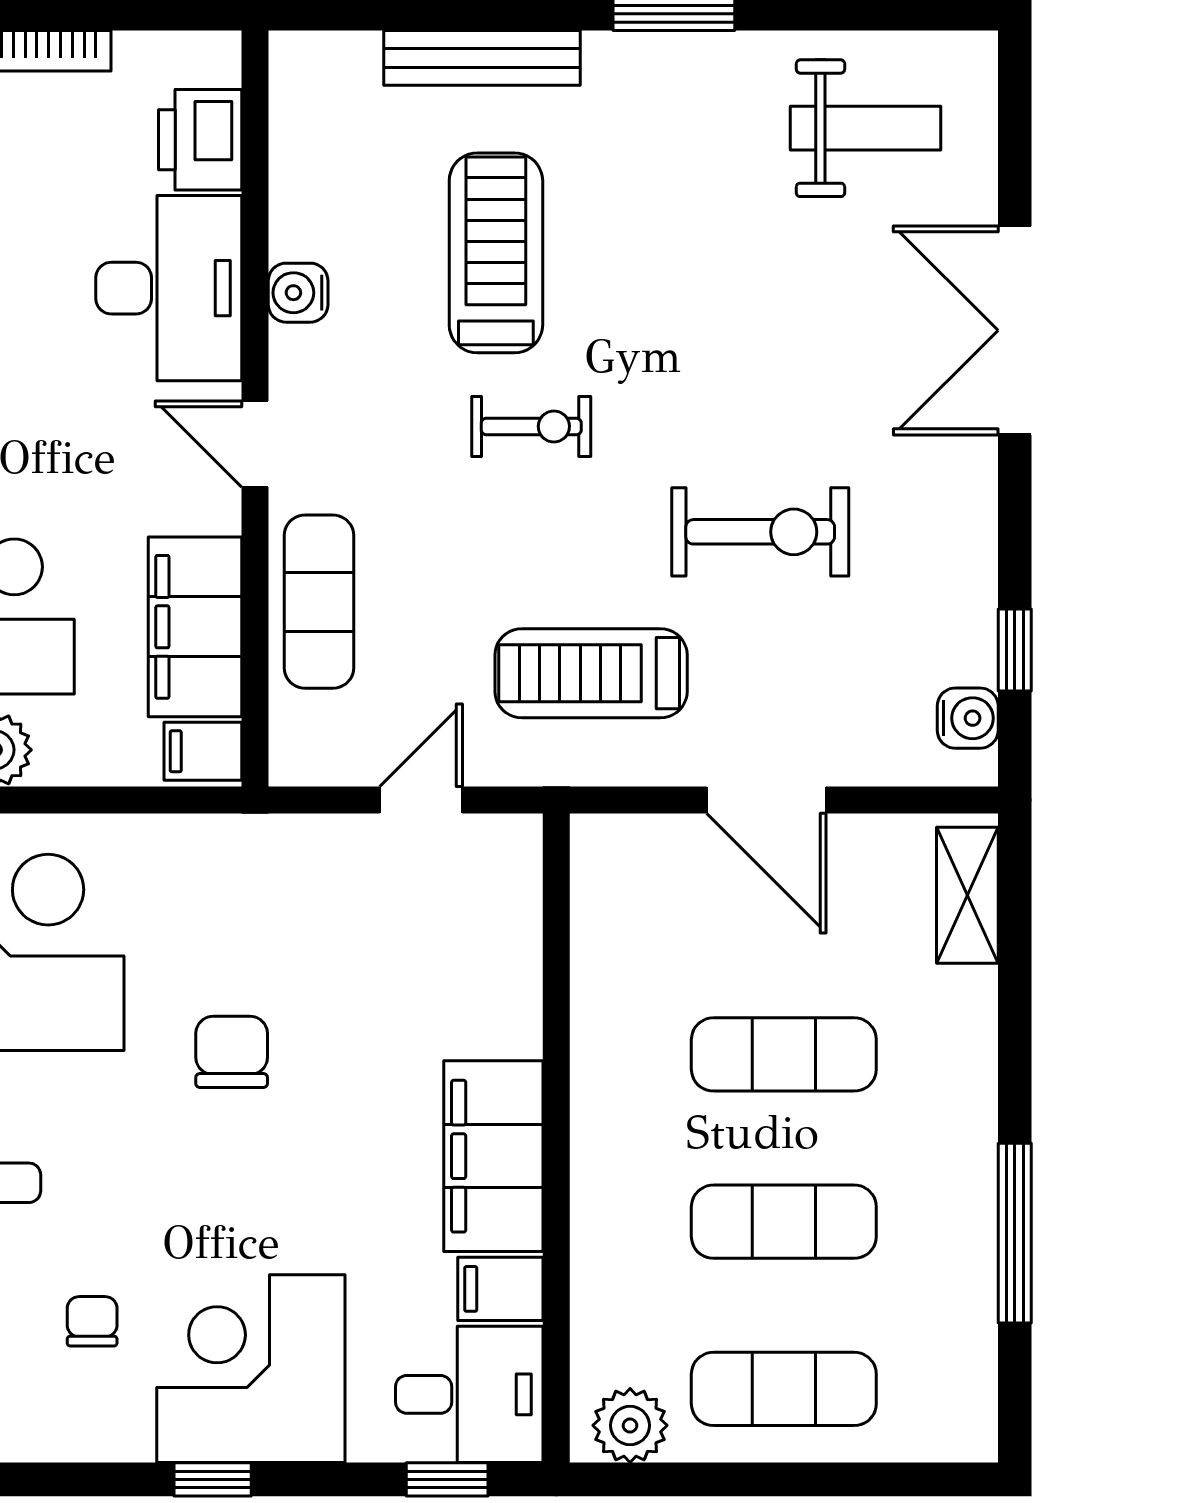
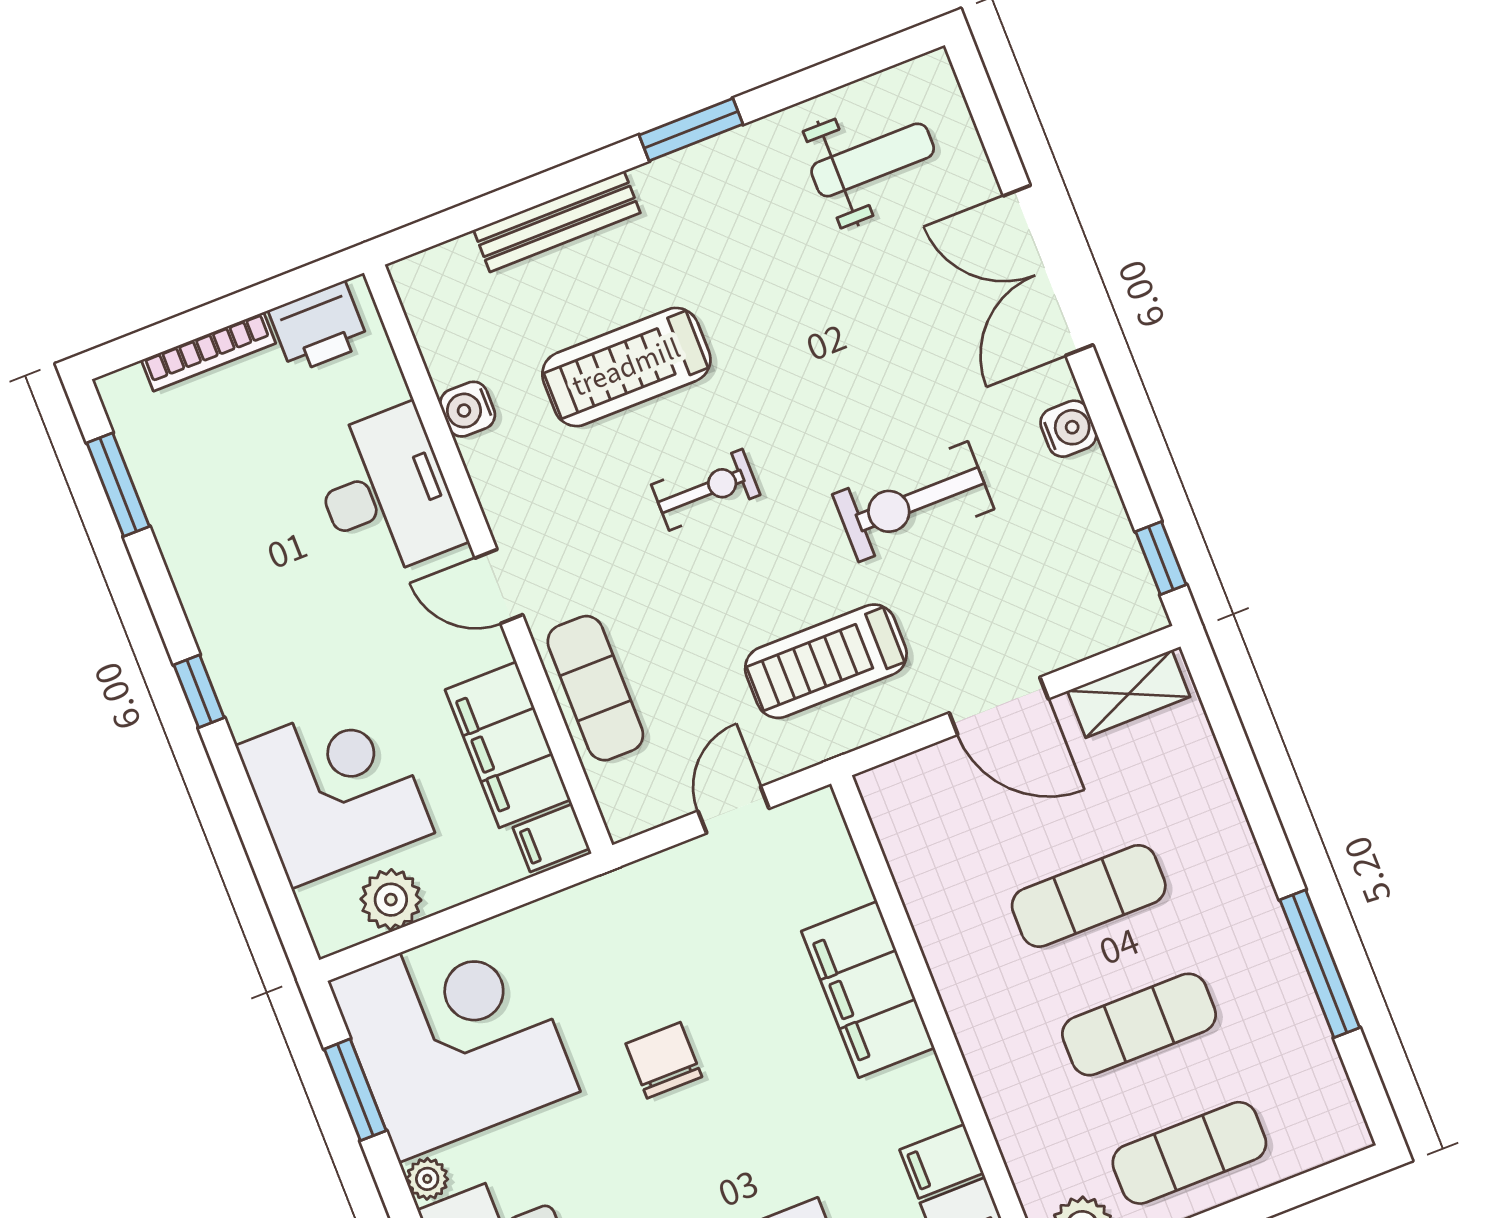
printer: (200, 140) -> (319, 327), moved, turned -90
treadmill: (496, 253) -> (626, 367), turned -90
water cooler: (298, 293) -> (468, 409), moved
exercise bike: (760, 532) -> (913, 502), turned 180
window: (1015, 650) -> (1161, 558), moved
water cooler: (968, 718) -> (1068, 429), moved
shelving: (967, 895) -> (1129, 694), moved, turned 90
filing cabinet: (493, 1156) -> (868, 990), moved

